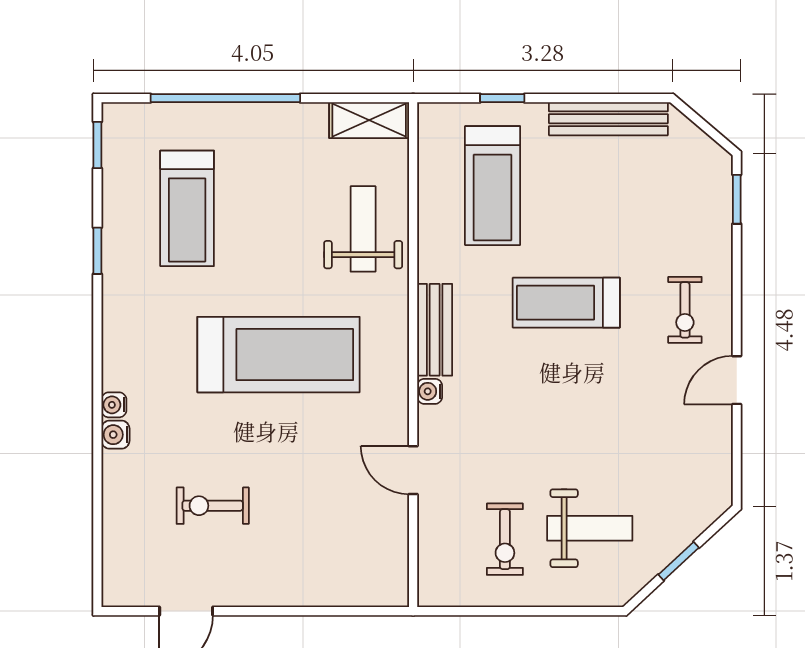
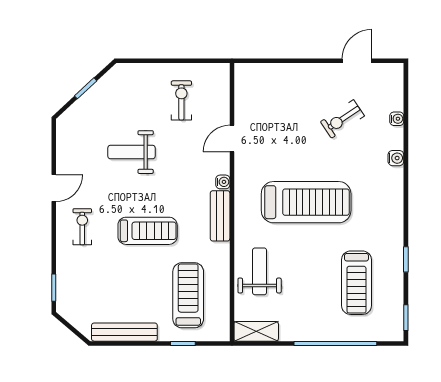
treadmill: (187, 208) -> (356, 283), turned 180
weight bench: (363, 229) -> (260, 271), turned 180
treadmill: (279, 355) -> (306, 202), turned 180
water cooler: (114, 405) -> (397, 119), moved
door: (413, 470) -> (232, 139), swing flipped
exercise bike: (213, 506) -> (342, 119), turned 146
weight bench: (590, 528) -> (131, 152), moved

